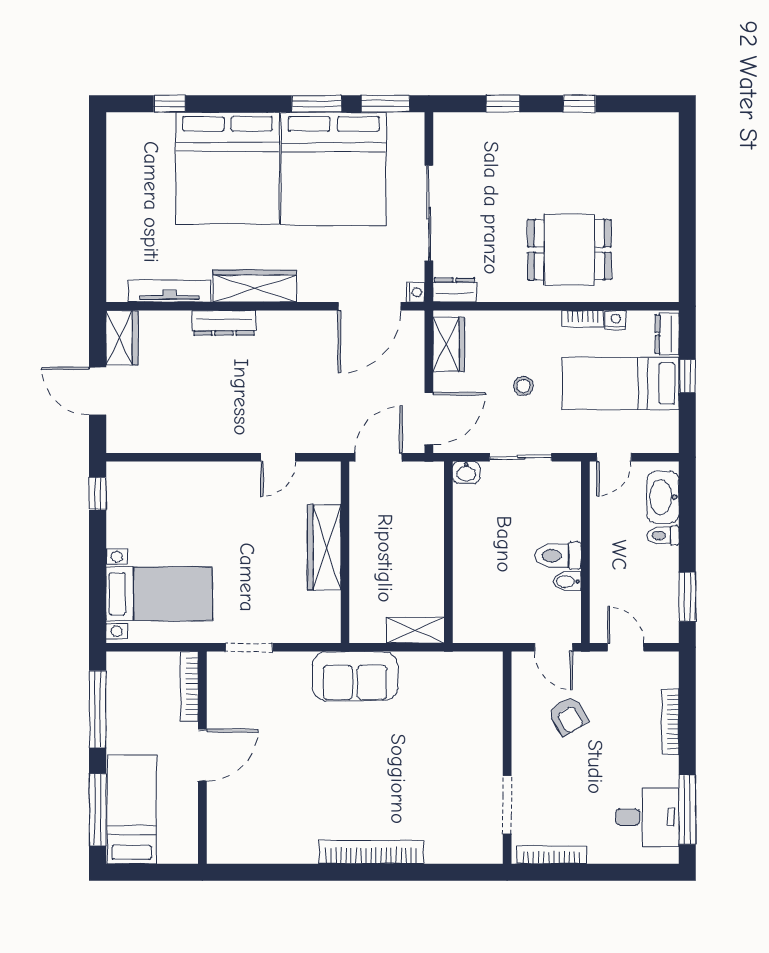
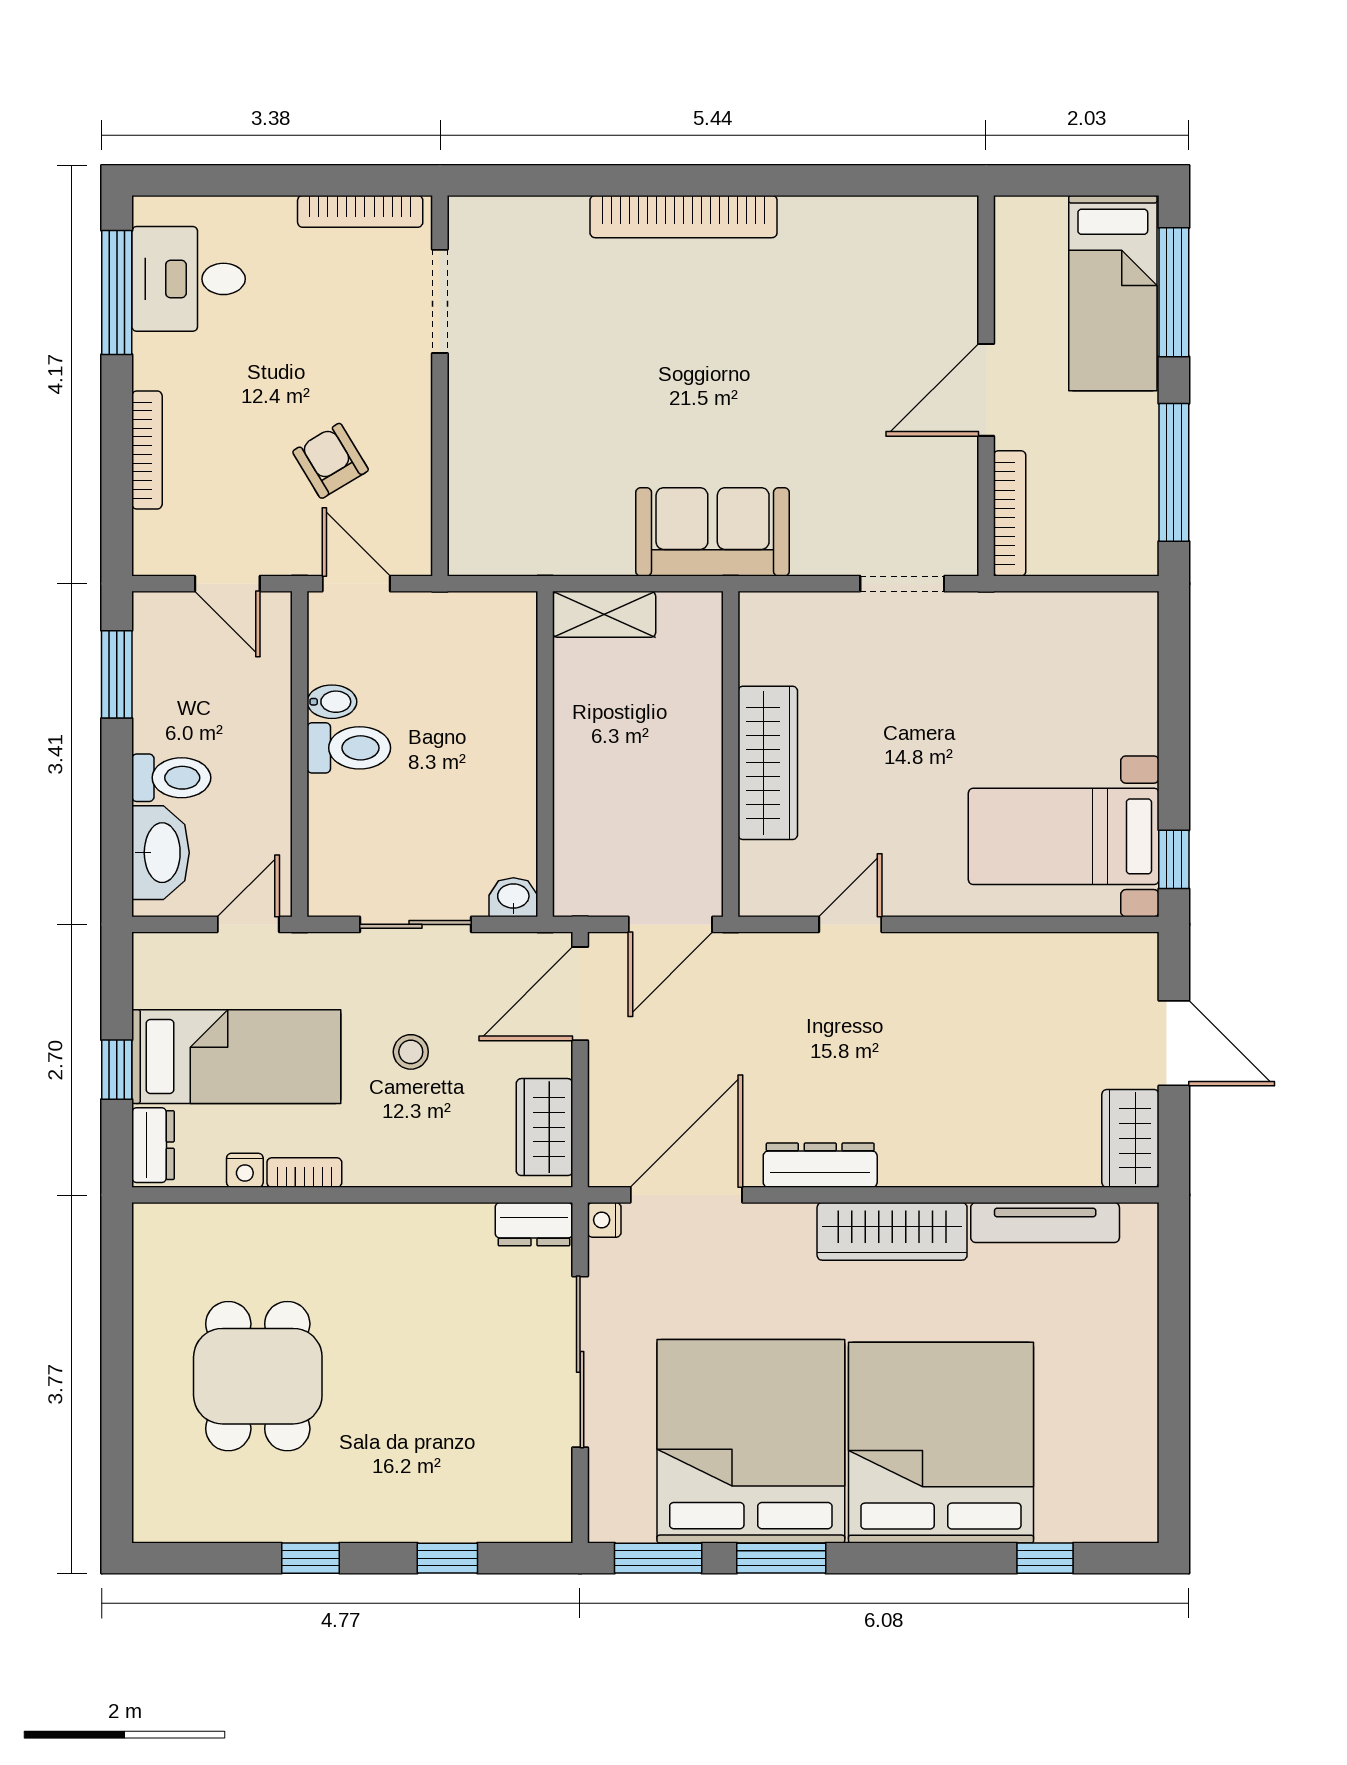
dining table: (569, 250) -> (258, 1376), moved, turned 90
dresser: (224, 323) -> (820, 1165), moved
toilet: (663, 535) -> (171, 778), width x1.37, depth x1.39
bed with nightstands: (159, 594) -> (1064, 836), moved

